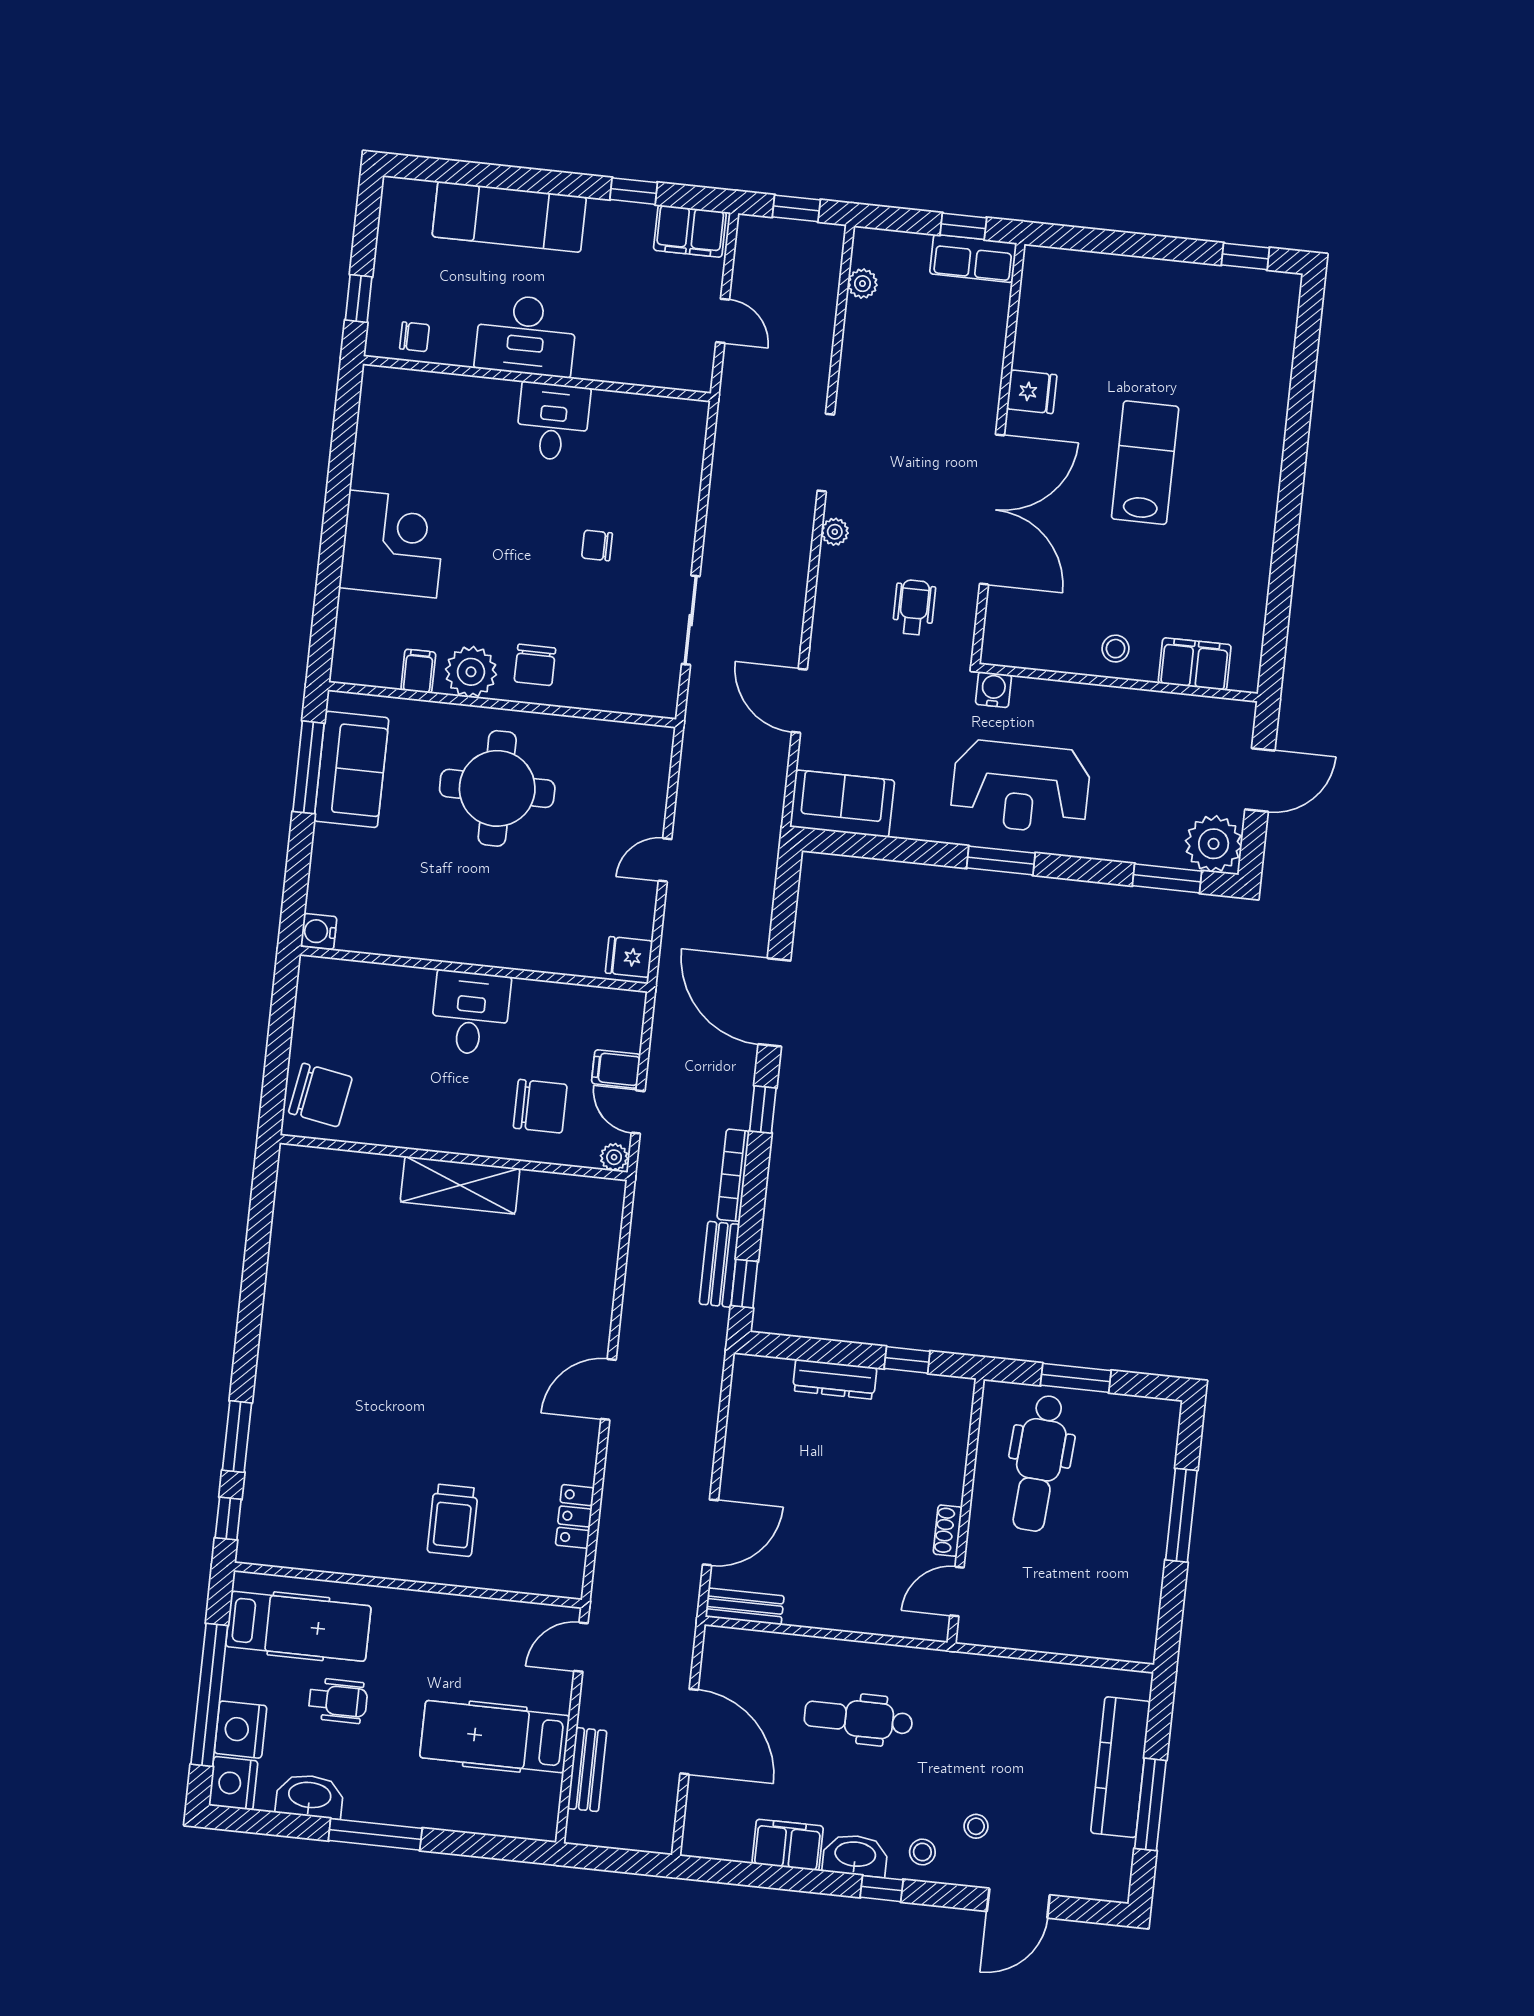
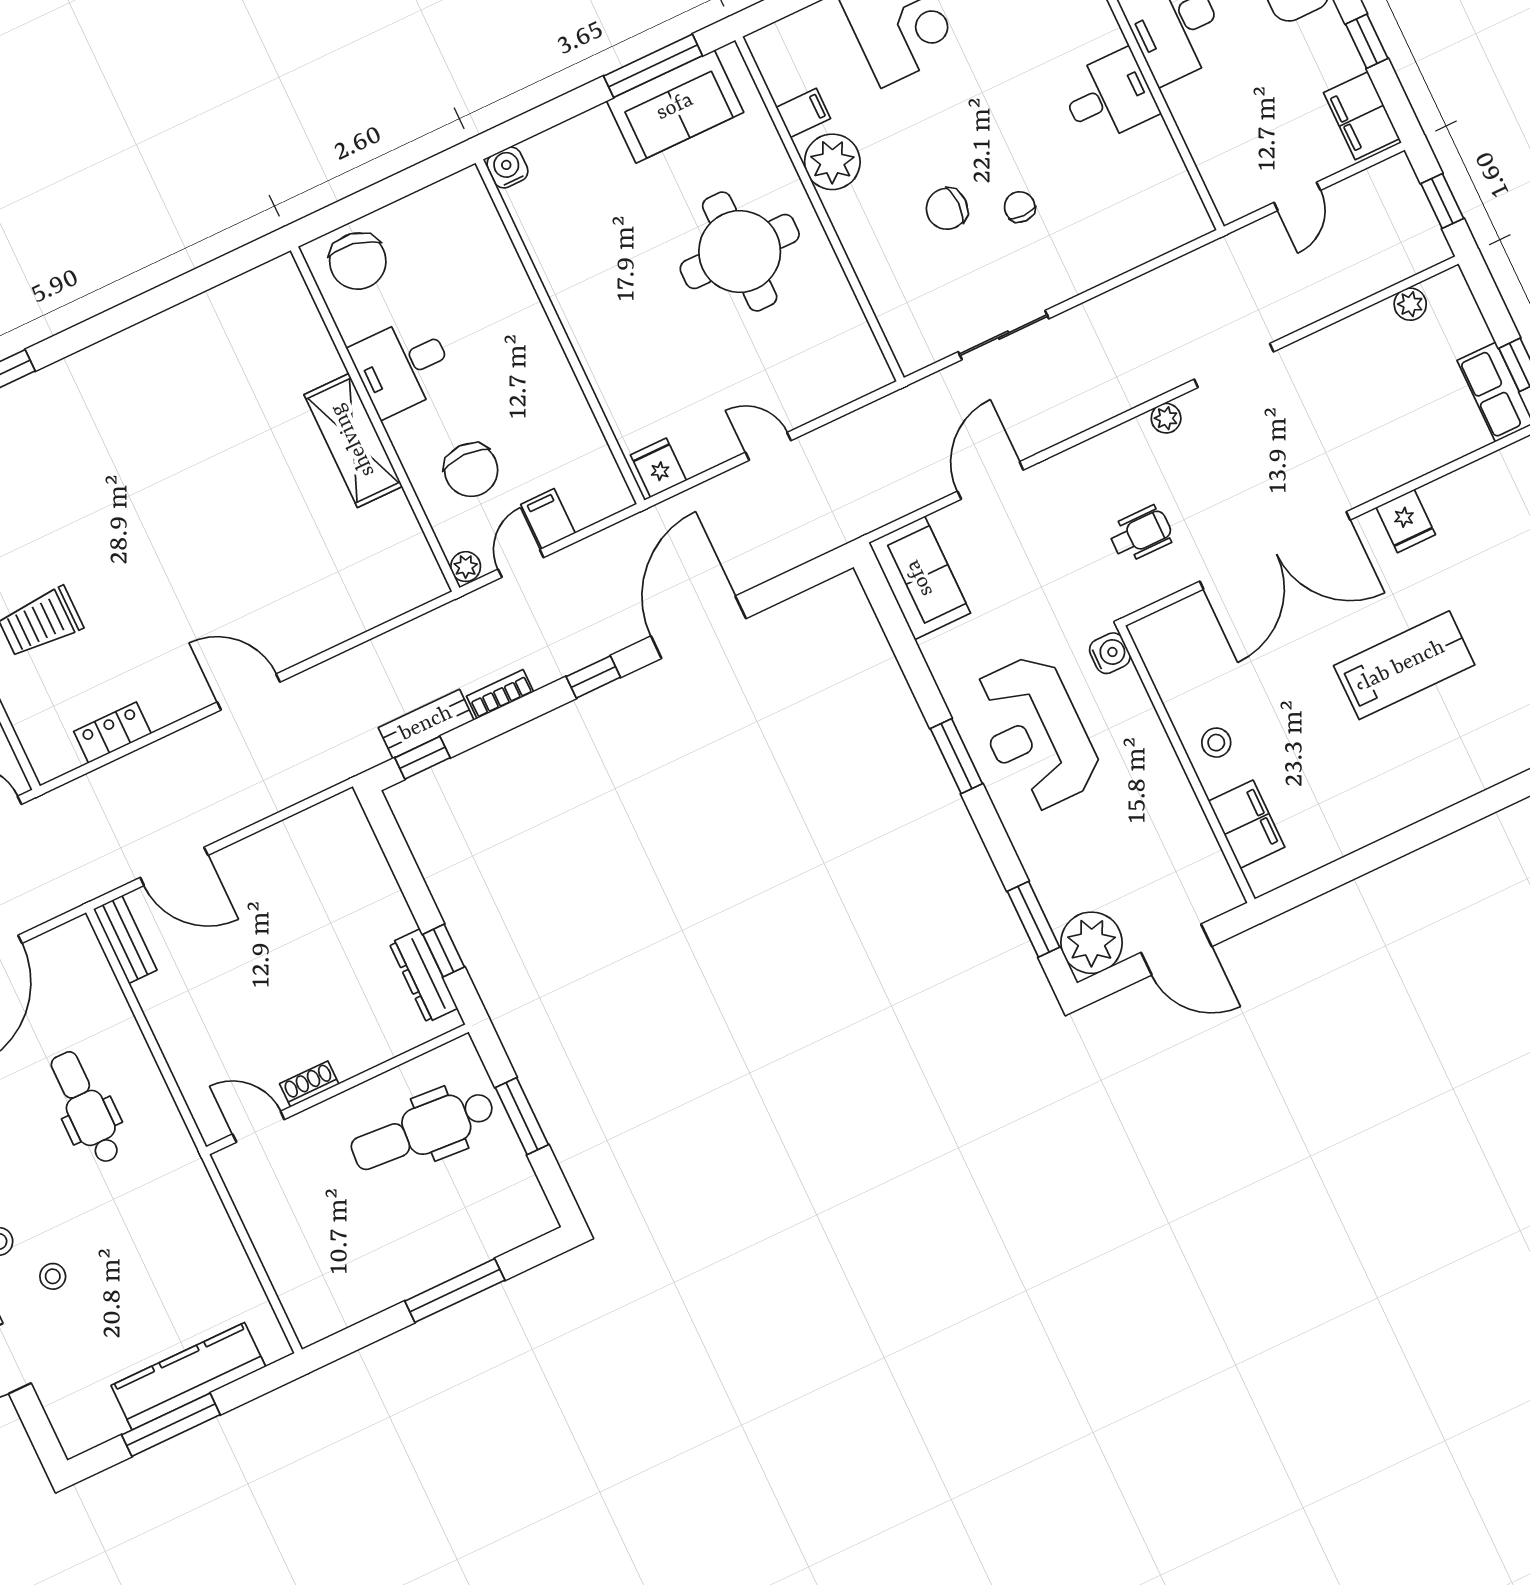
chair: (535, 665) -> (947, 209), moved
desk: (470, 1013) -> (402, 366), moved, turned 180
bookcase: (733, 1175) -> (500, 694), width x0.64
dresser: (835, 1379) -> (423, 976), moved

